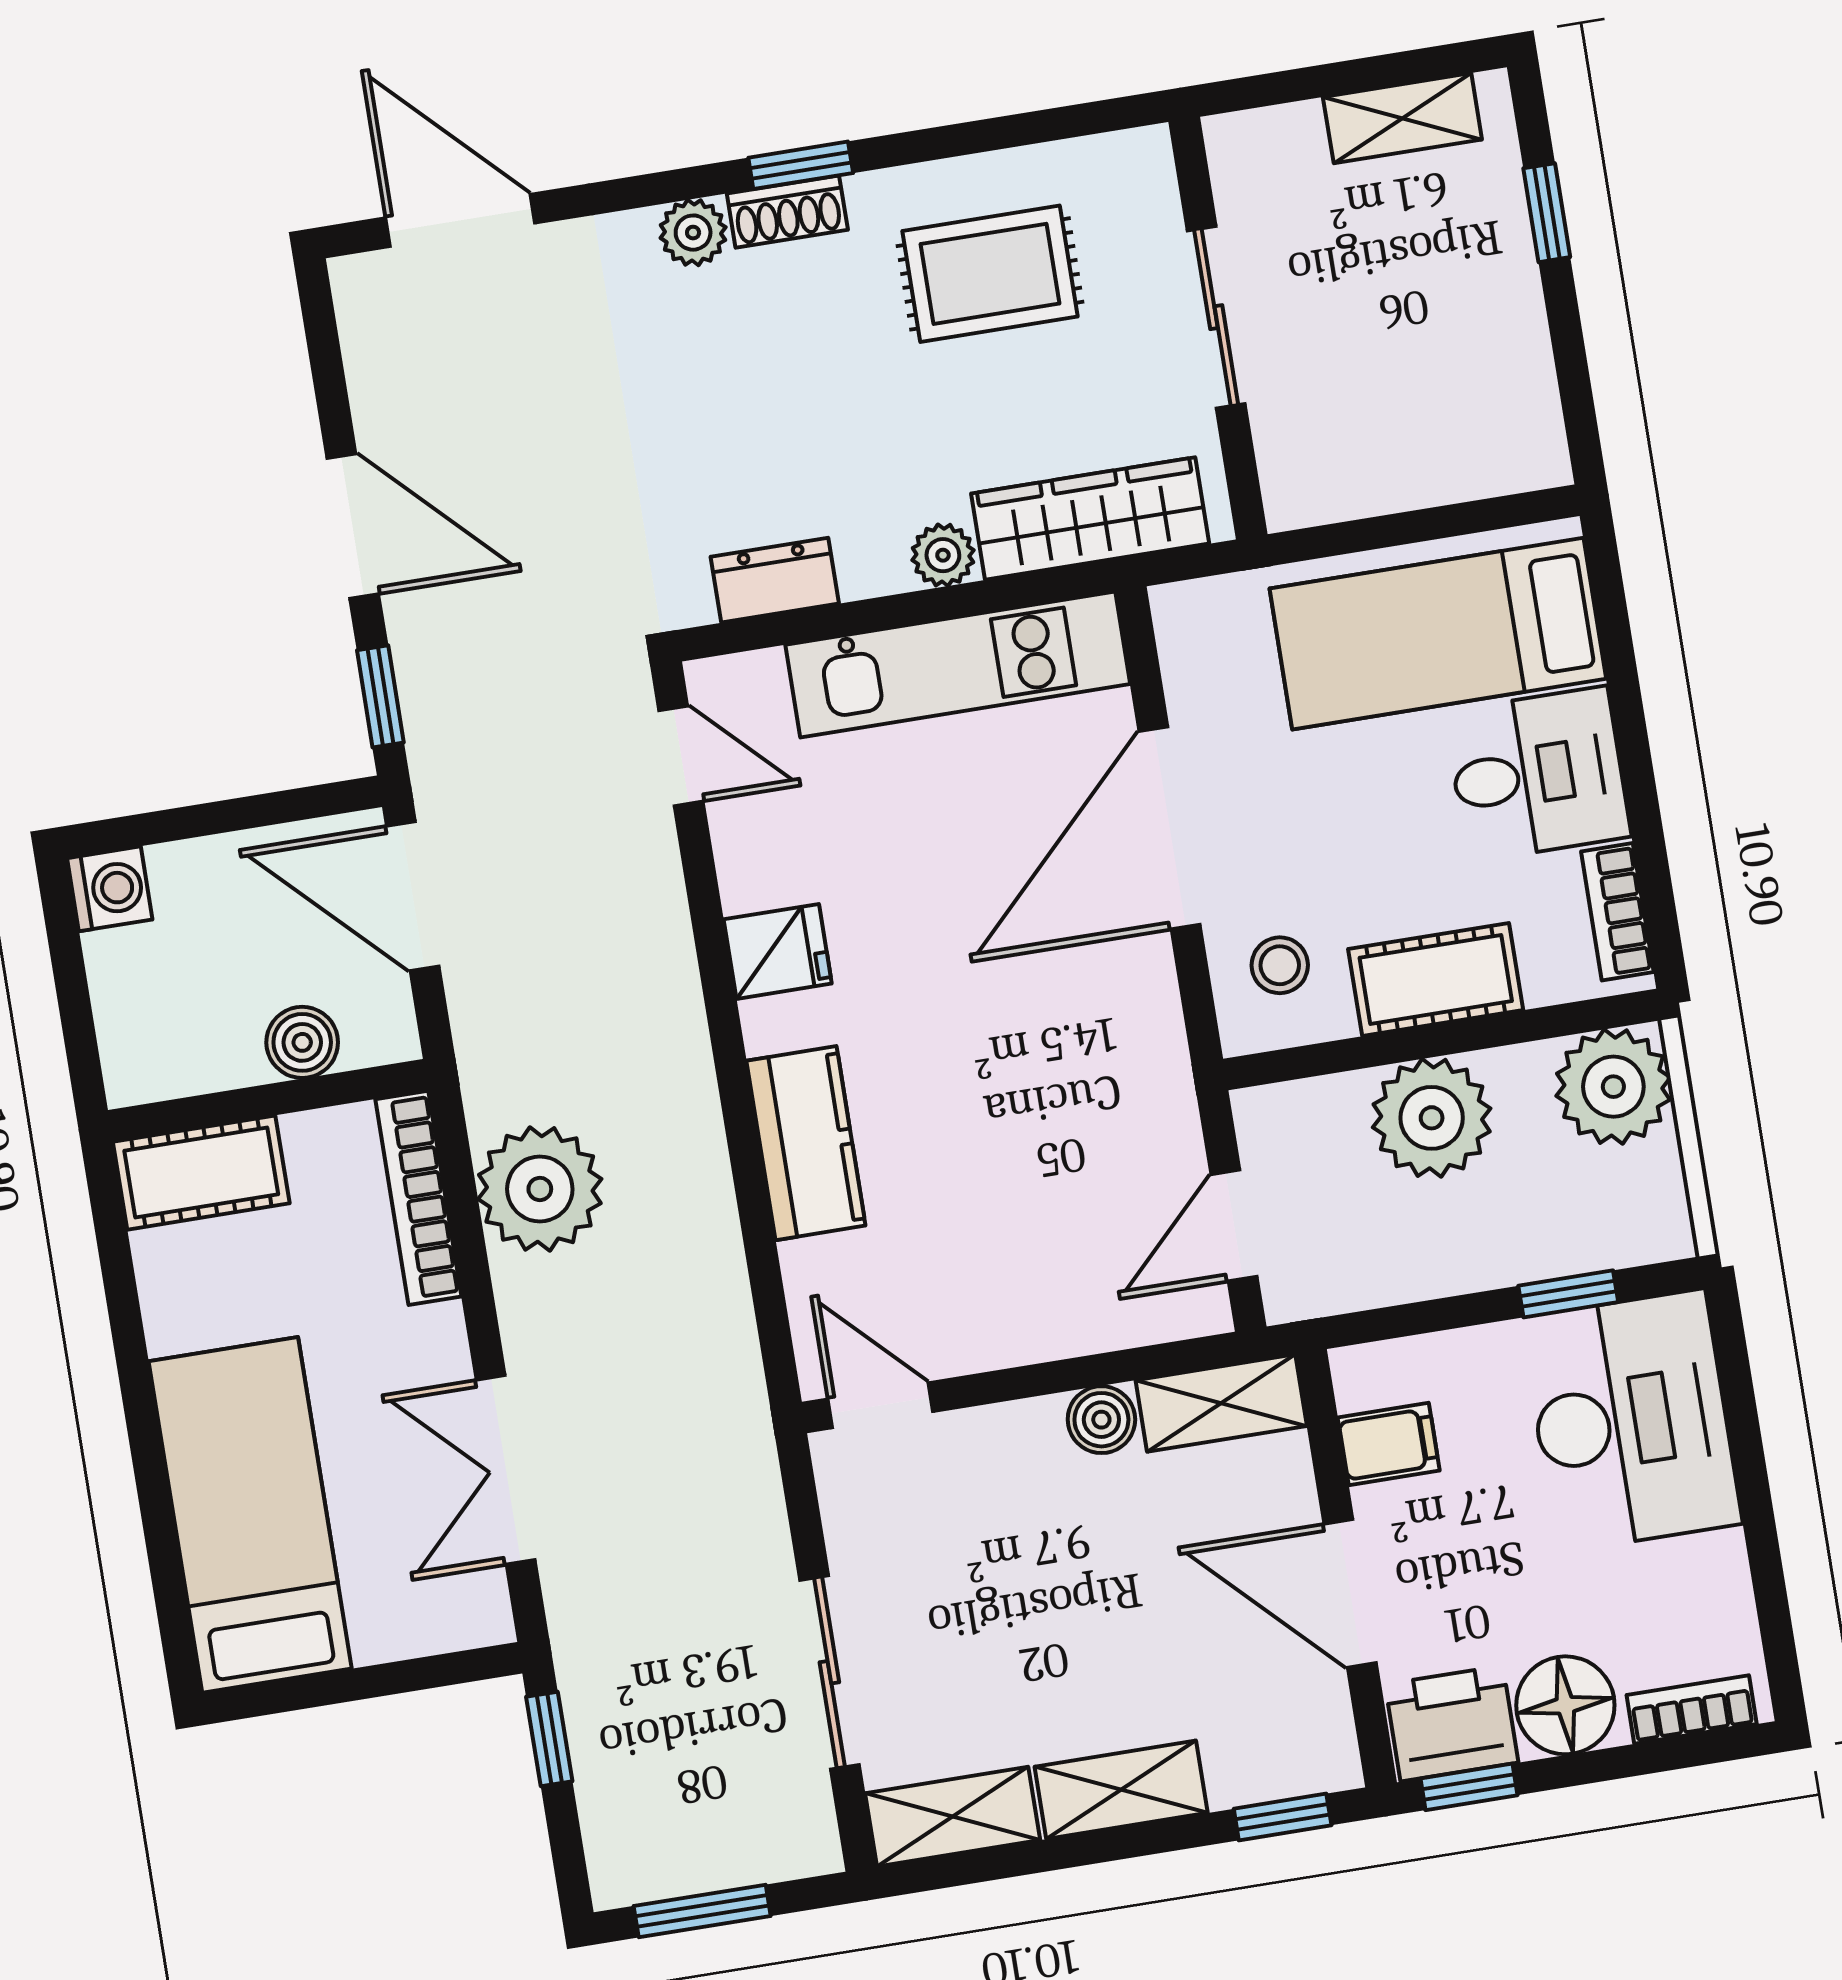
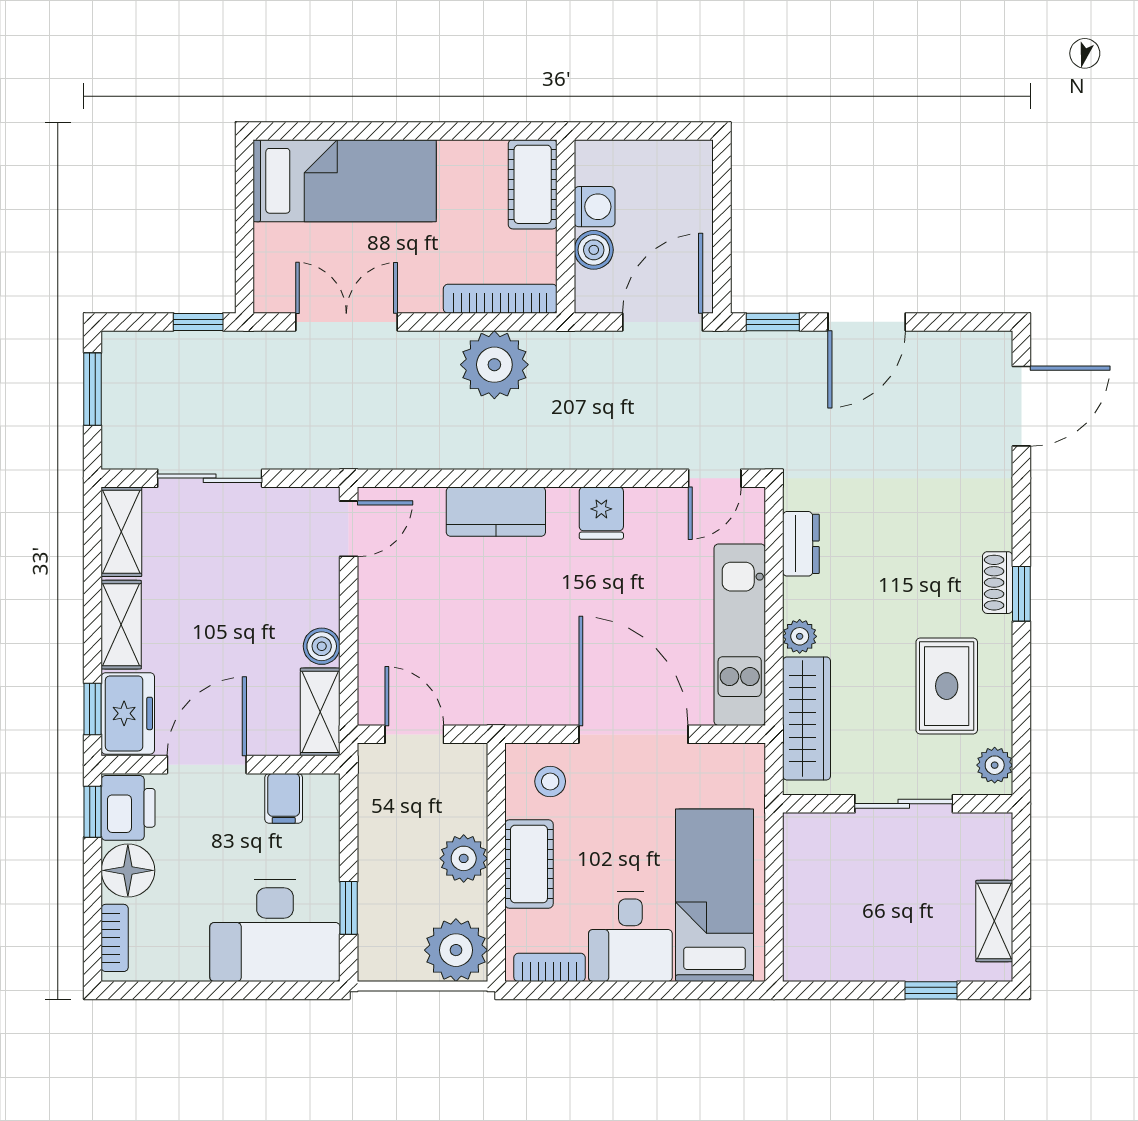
plant: (693, 233) -> (995, 765), moved
washing machine: (110, 889) -> (595, 207), moved, turned -90
plant: (1432, 1118) -> (464, 858), width x0.73, depth x0.73
freezer: (1280, 1752) -> (128, 713), added

